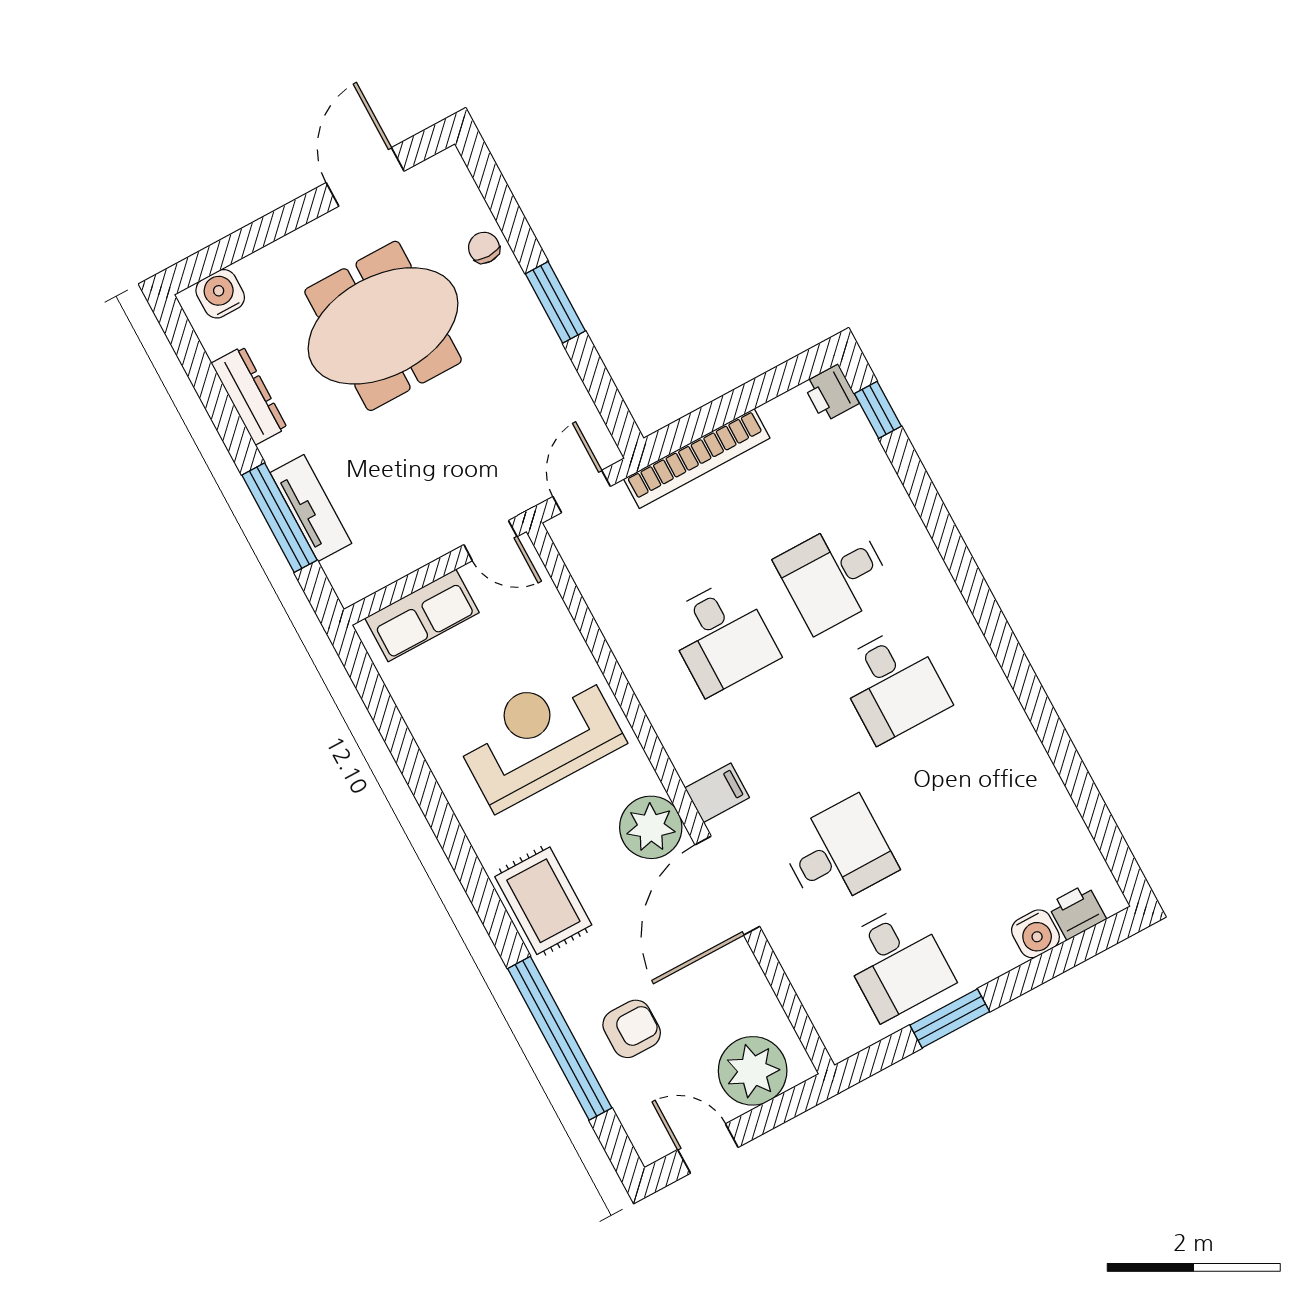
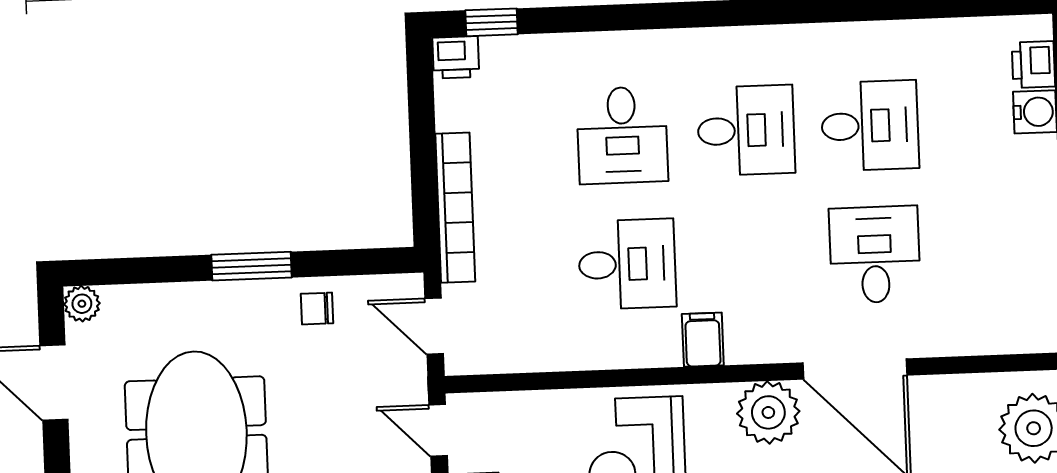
plant: (448, 167) -> (82, 304), added
chair: (484, 248) -> (317, 309), moved
door: (490, 541) -> (438, 430), swing flipped
filing cabinet: (717, 793) -> (703, 340), moved
desk: (896, 962) -> (870, 126), moved

